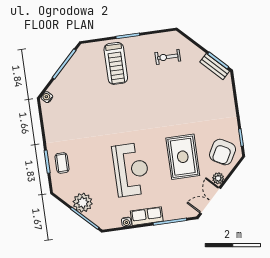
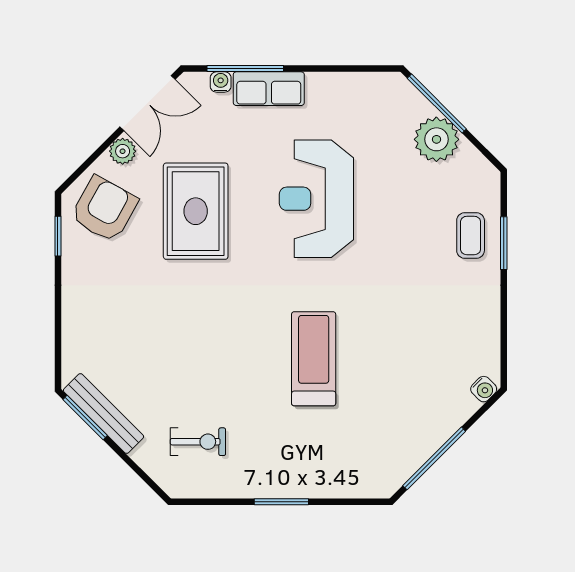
treadmill: (116, 63) -> (314, 359), moved
bench: (215, 67) -> (104, 413), width x1.36
row of seats: (147, 216) -> (269, 89), moved
water cooler: (126, 222) -> (221, 82), moved

